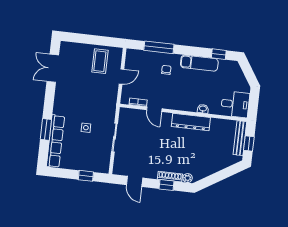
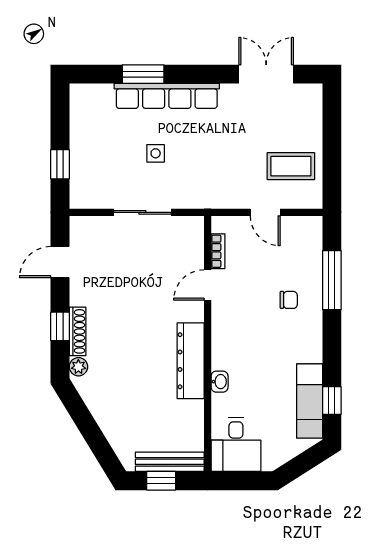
exam couch: (199, 63) -> (310, 401), moved
row of seats: (55, 141) -> (167, 96), moved

